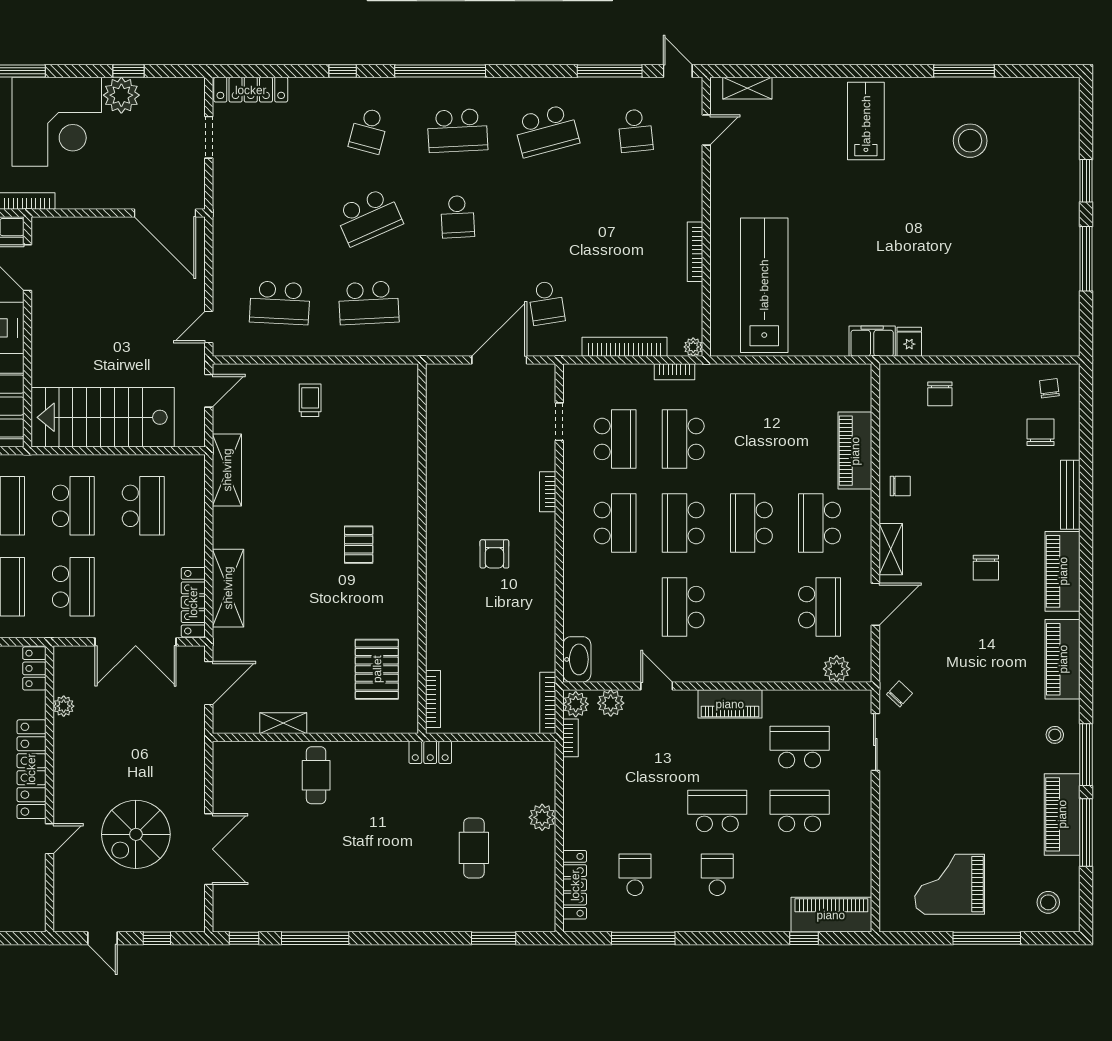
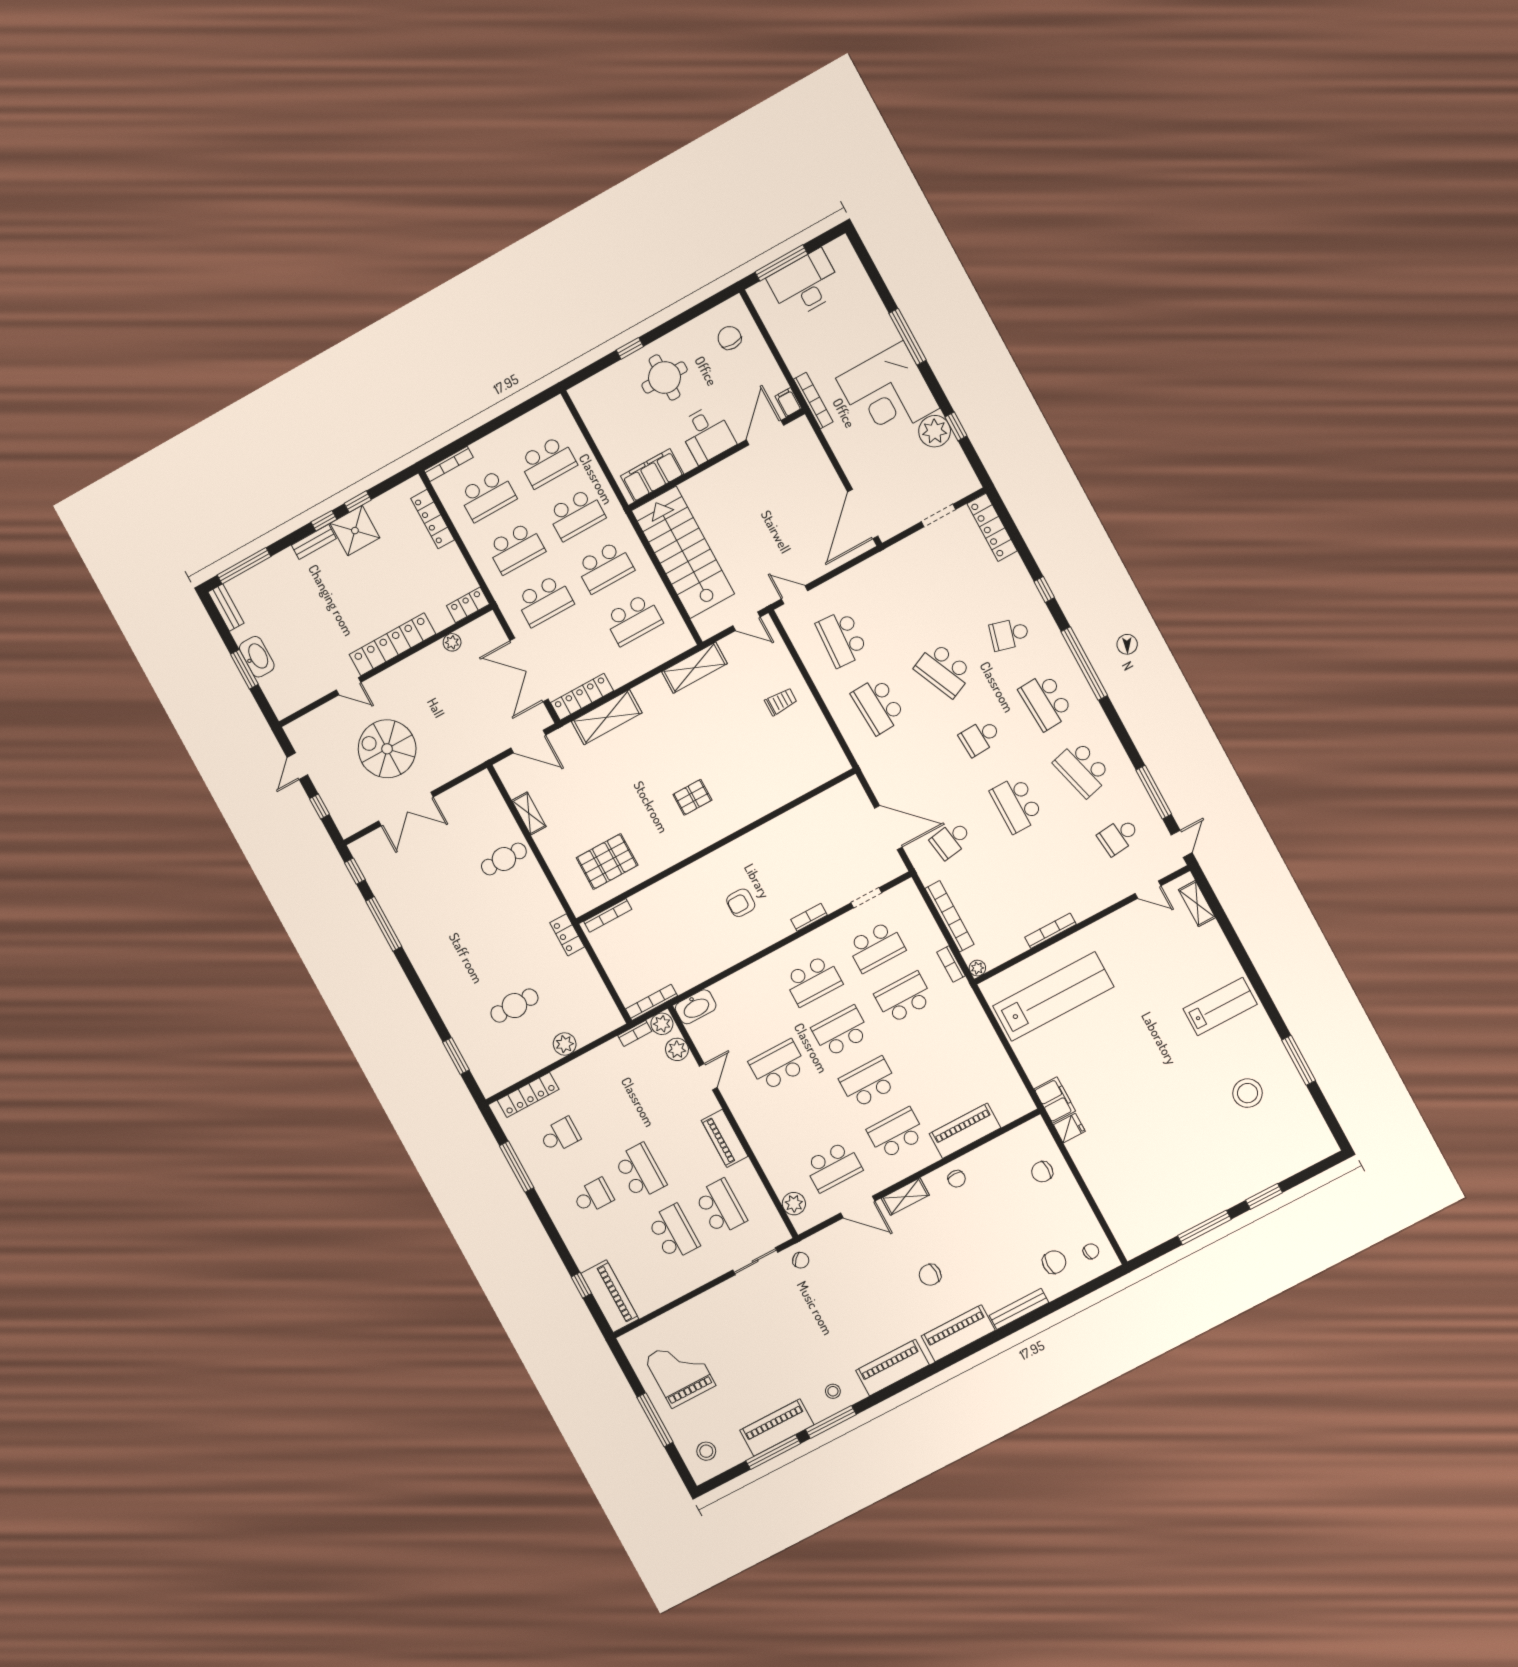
school desk: (546, 217) -> (1016, 804), added

